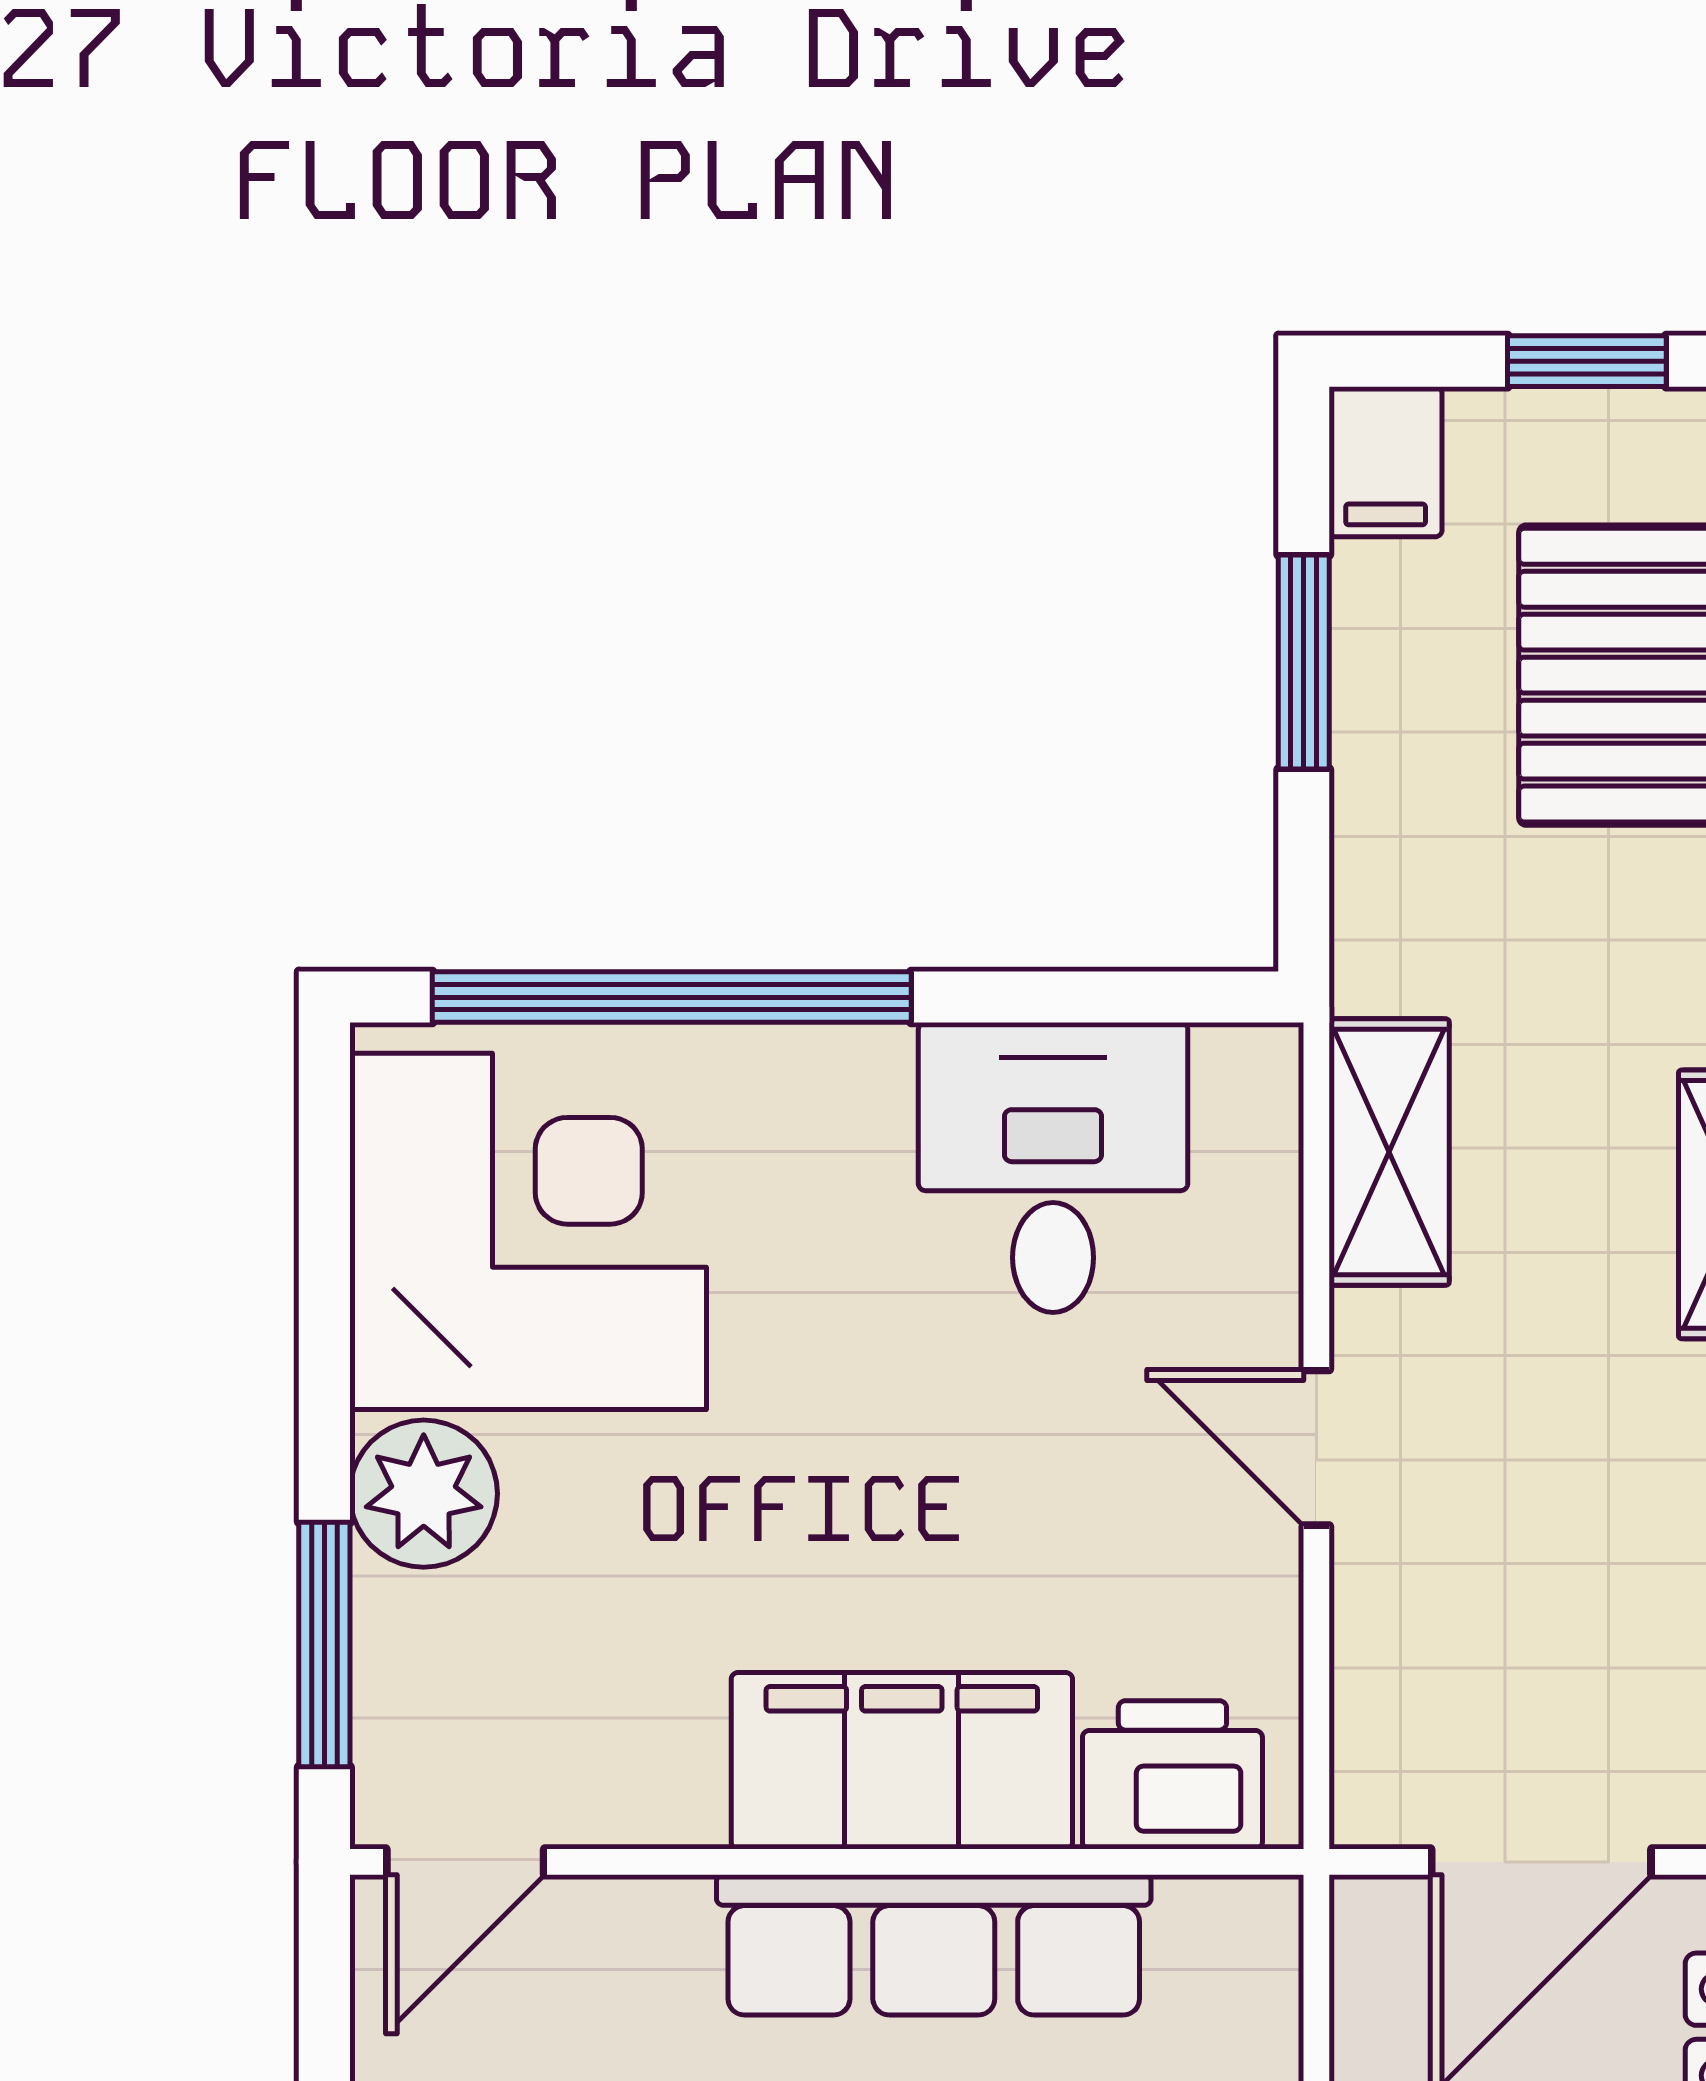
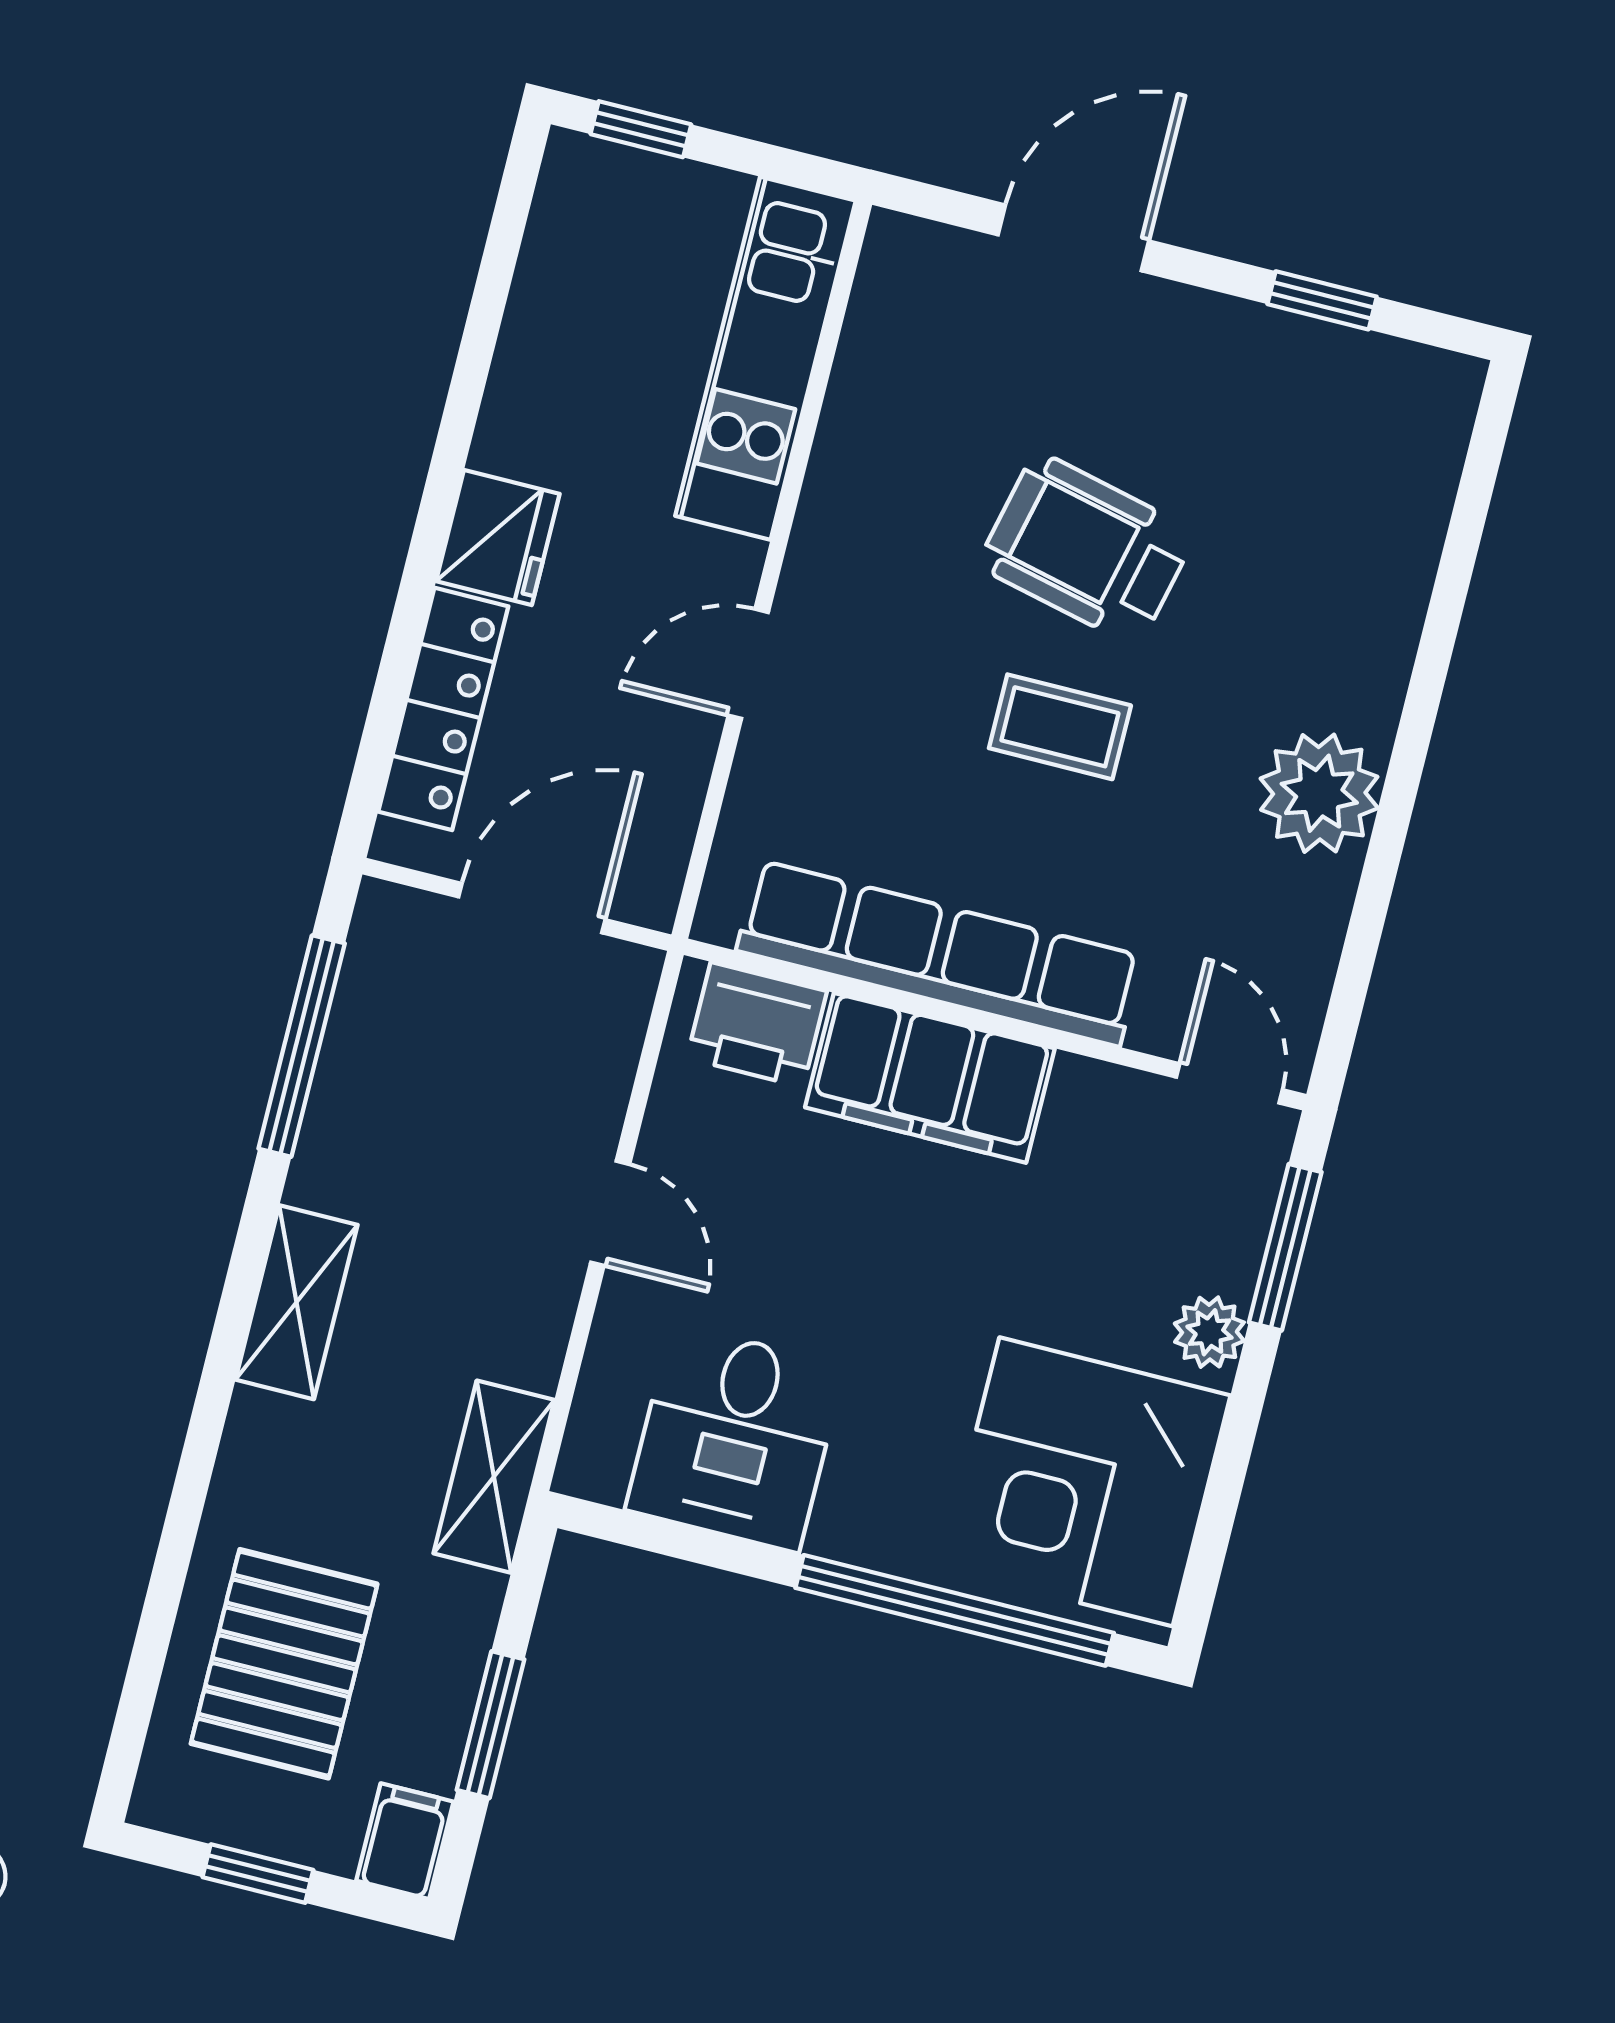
shelving: (1389, 1152) -> (494, 1477), moved
plant: (424, 1494) -> (1209, 1332), width x0.73, depth x0.73
door: (465, 1862) -> (1229, 1083), hinge flipped
row of seats: (934, 1945) -> (939, 953), width x1.36

